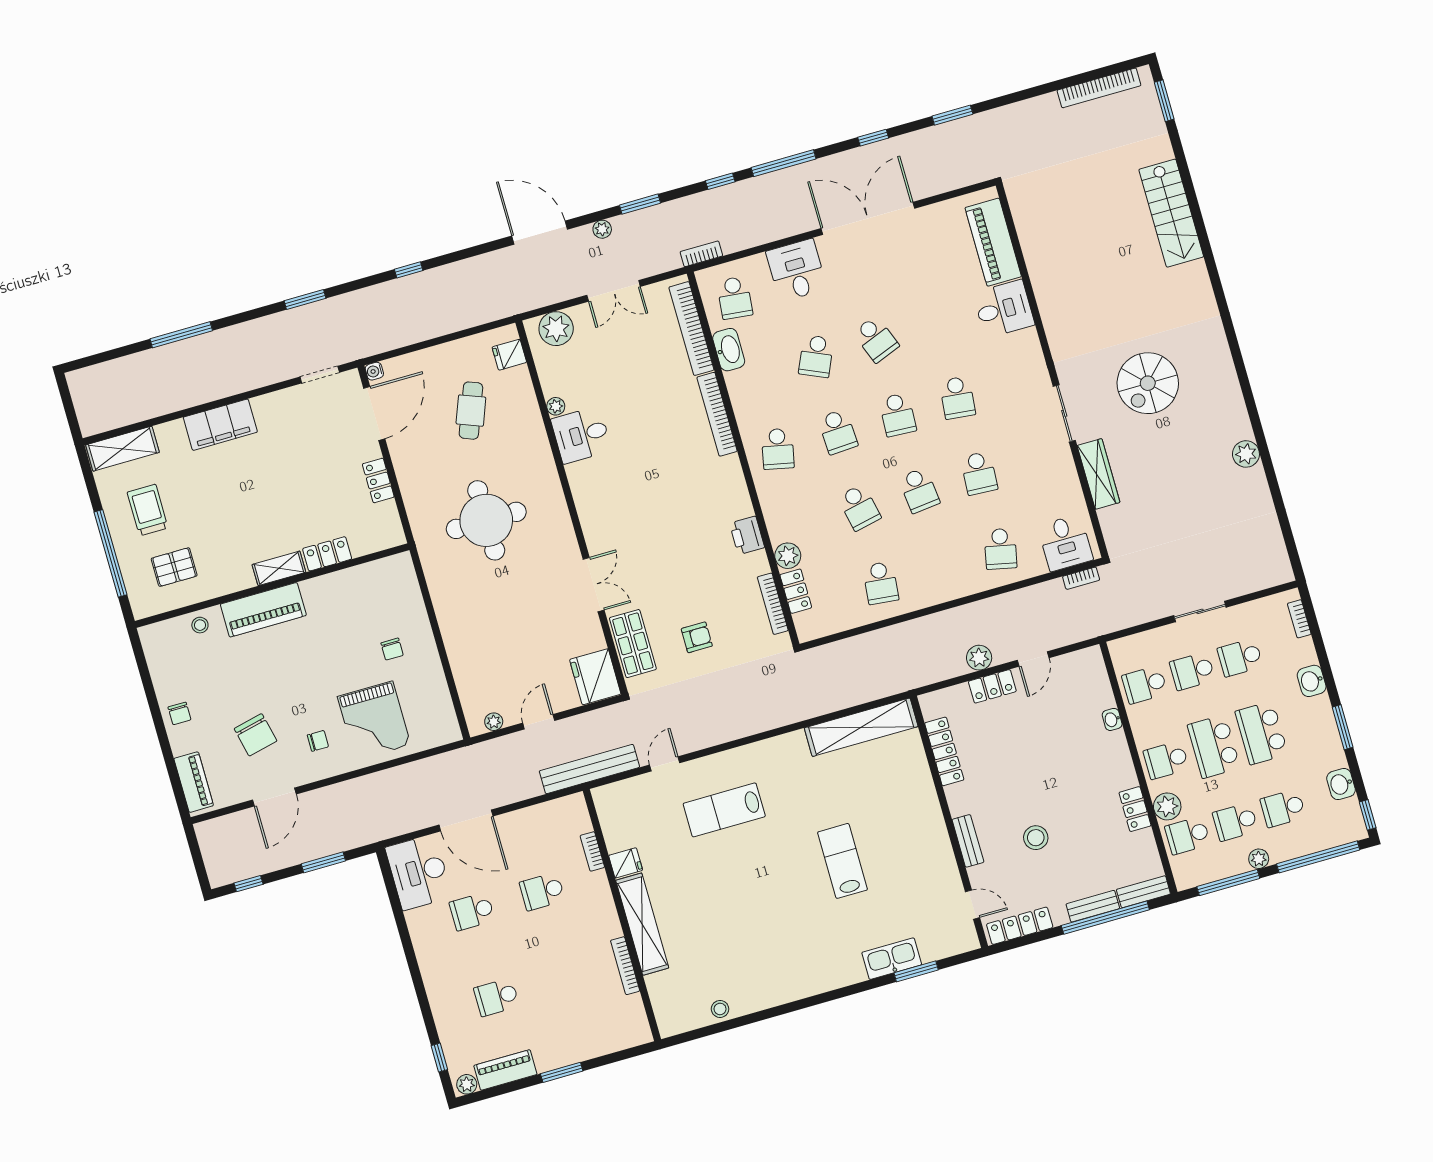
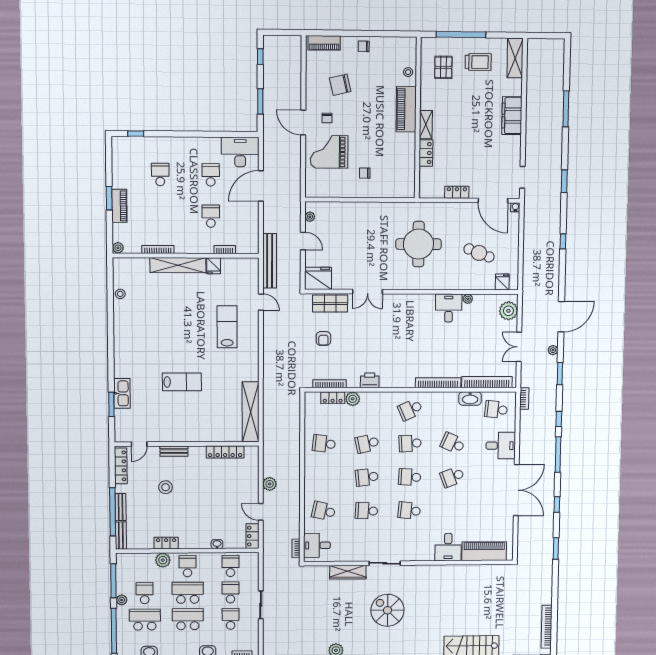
school desk: (778, 449) -> (410, 410), turned -36
locker: (992, 686) -> (252, 536), moved
door: (274, 797) -> (303, 123), moved
school desk: (1283, 808) -> (145, 620), width x1.85
school desk: (1188, 835) -> (144, 567), removed
piano: (505, 1070) -> (119, 206), moved
plant: (467, 1084) -> (118, 248), moved

